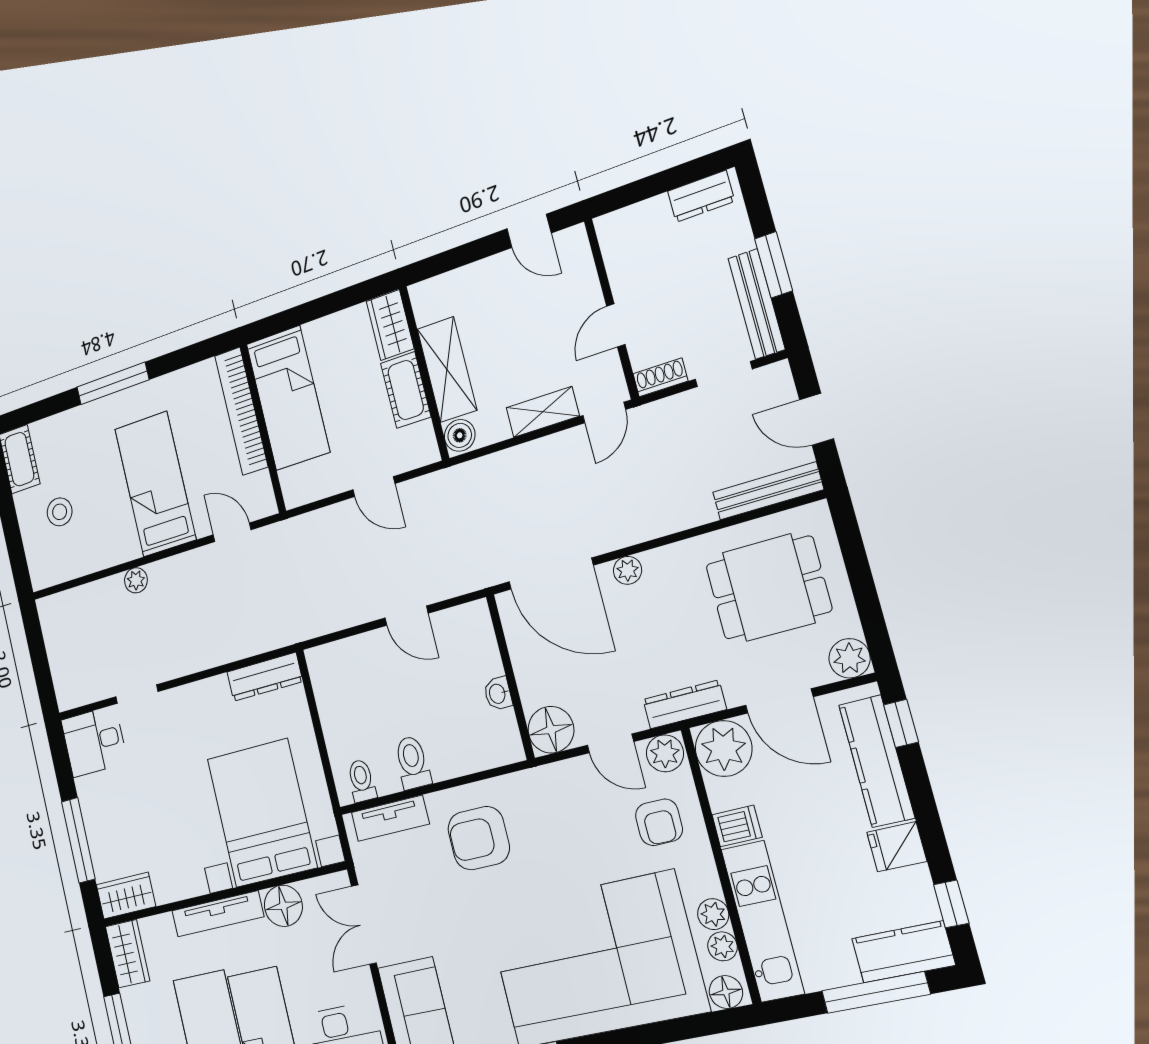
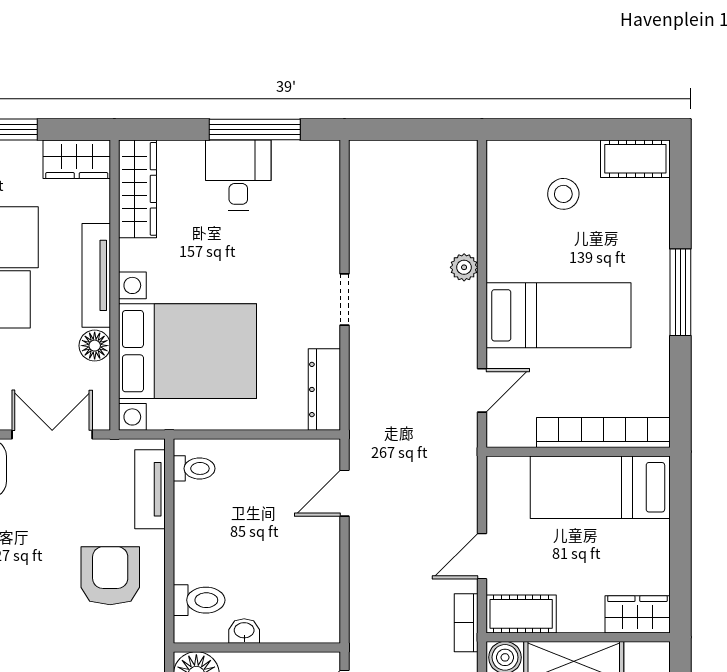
cot: (406, 390) -> (521, 614), moved
bookcase: (437, 482) -> (466, 623), added
door: (406, 616) -> (345, 493), moved
doorway: (137, 694) -> (345, 299), moved
desk: (94, 741) -> (238, 175), moved
toilet: (412, 762) -> (199, 600), moved
window: (78, 840) -> (255, 130), moved
wardrobe: (126, 896) -> (137, 189), width x1.50
floor lamp: (283, 906) -> (95, 346), width x0.73, depth x0.73

